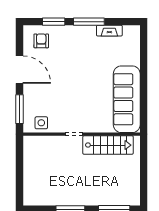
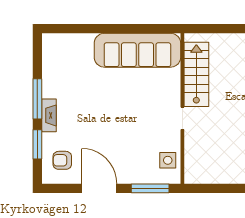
fireplace: (109, 31) -> (49, 115), moved
door: (19, 70) -> (99, 188), hinge flipped

